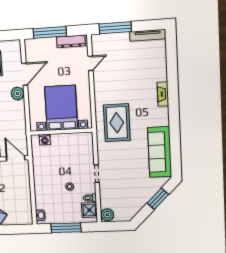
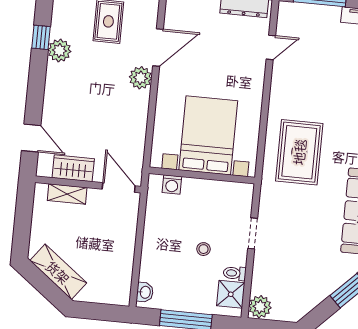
bed with nightstands: (61, 108) -> (208, 135), moved
wall: (61, 132) -> (202, 175), moved
washing machine: (45, 140) -> (172, 185), moved

